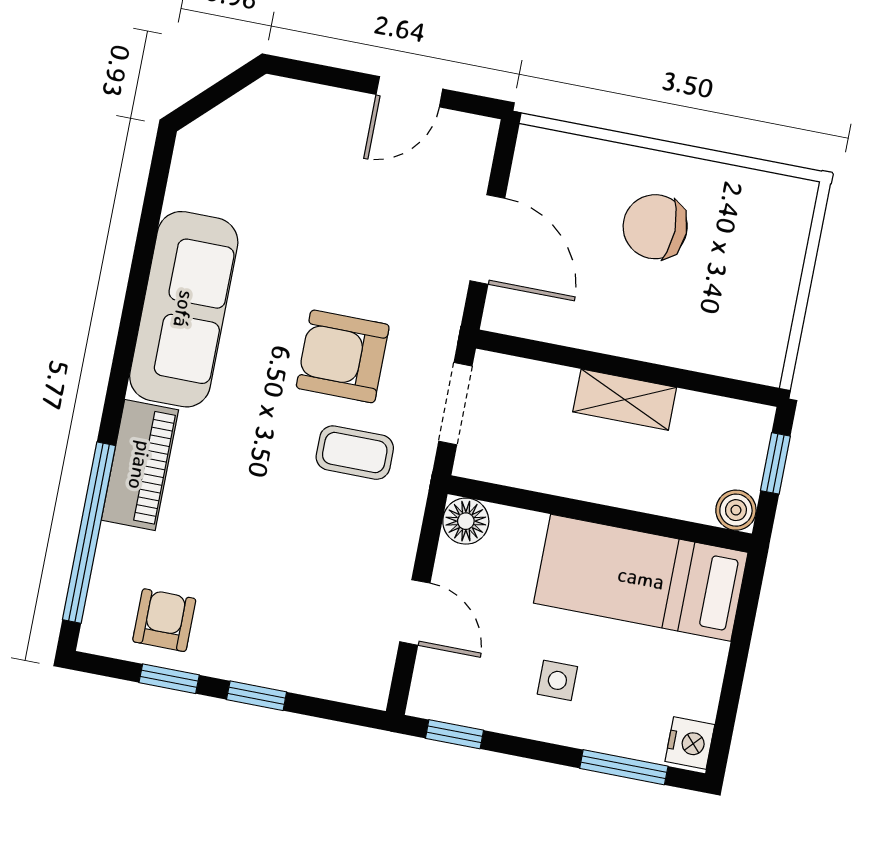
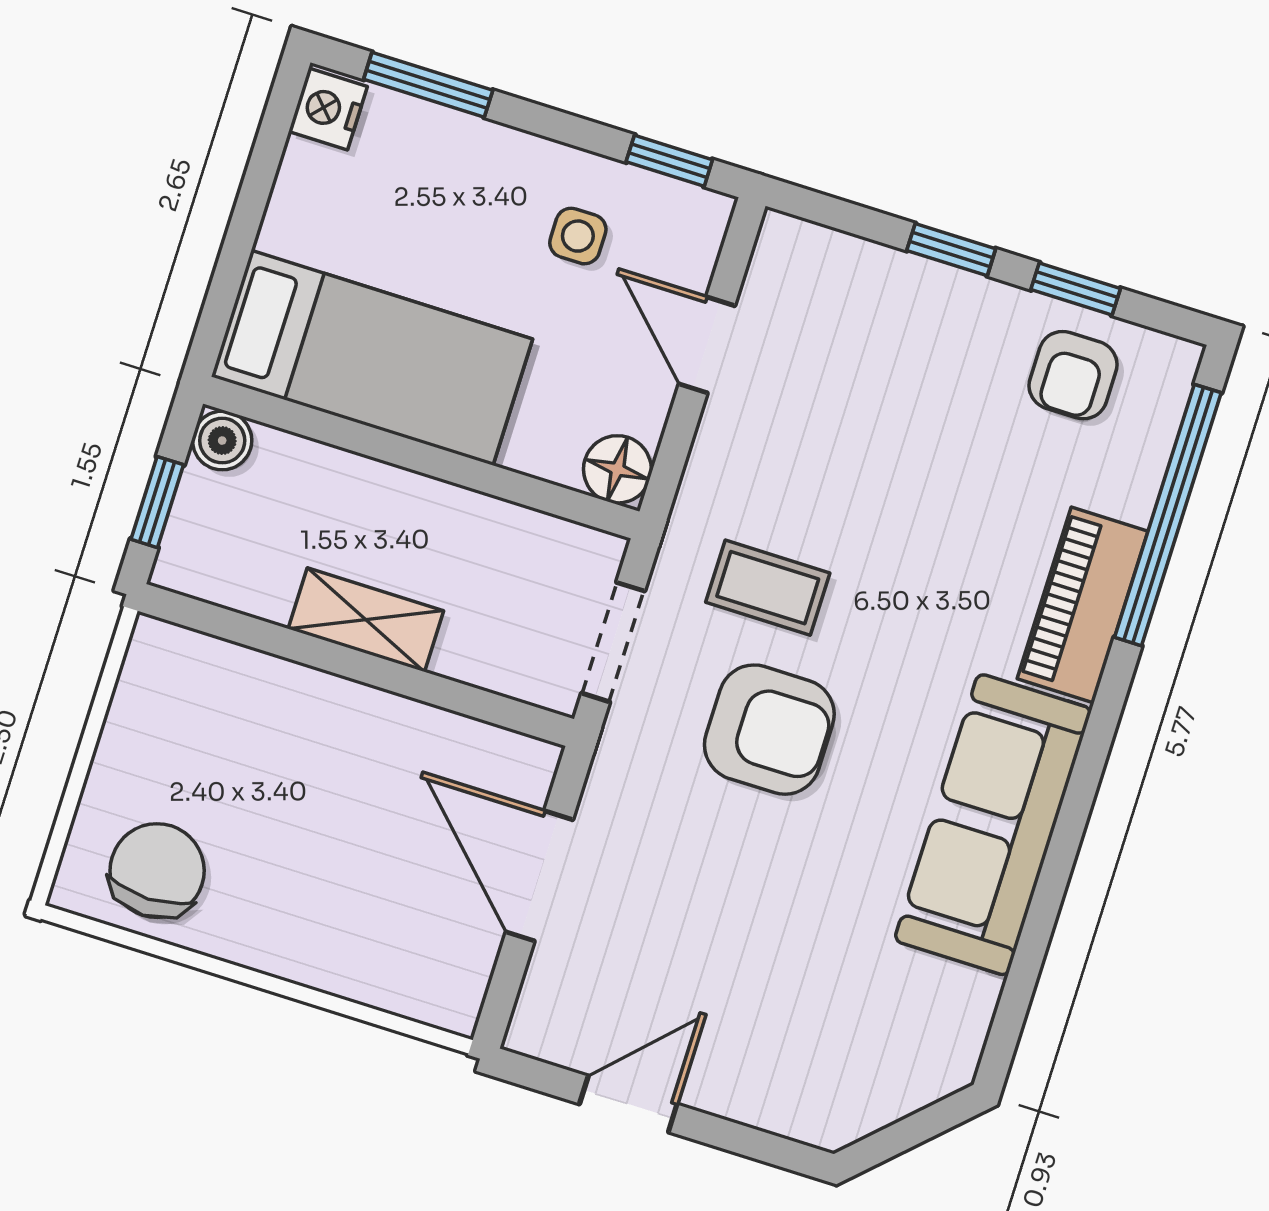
chair: (655, 227) -> (157, 871), moved, turned -91
side table: (557, 680) -> (578, 236), moved

